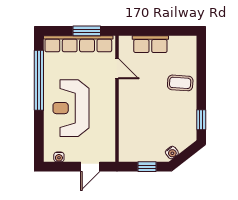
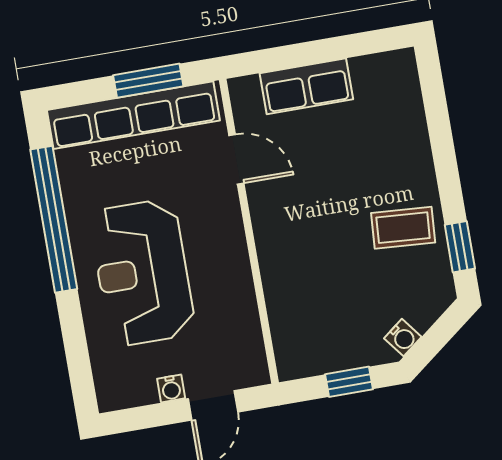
coffee table: (180, 83) -> (403, 228), moved
water cooler: (59, 157) -> (171, 389), moved

